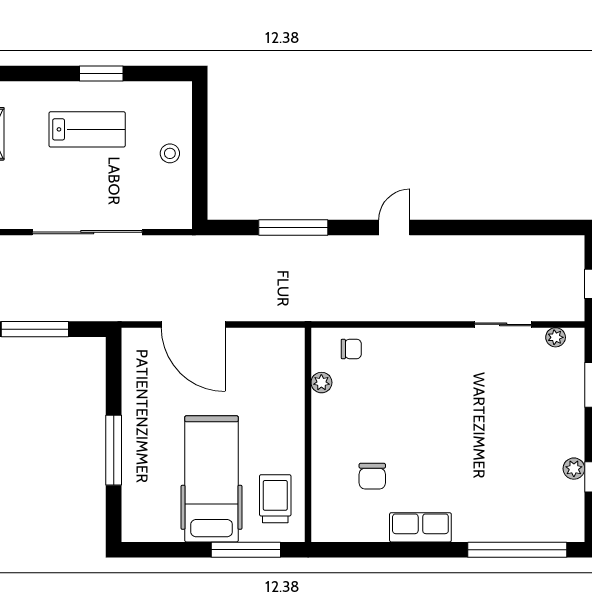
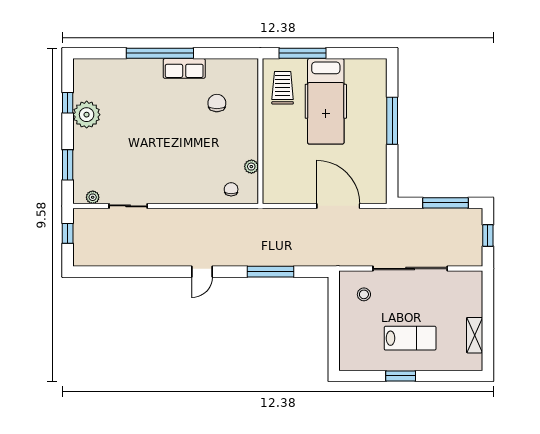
lab bench: (87, 129) -> (410, 338), turned 180
stool: (170, 153) -> (364, 294), moved
chair: (351, 349) -> (231, 189), turned 90
plant: (574, 469) -> (87, 115), width x1.88, depth x1.88
trolley: (275, 499) -> (283, 88), turned 180
window: (517, 550) -> (160, 53), moved

